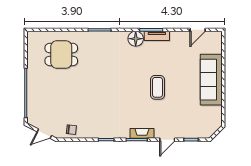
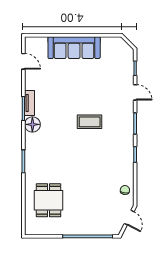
coffee table: (157, 87) -> (90, 122), moved
fireplace: (142, 133) -> (129, 118), removed

